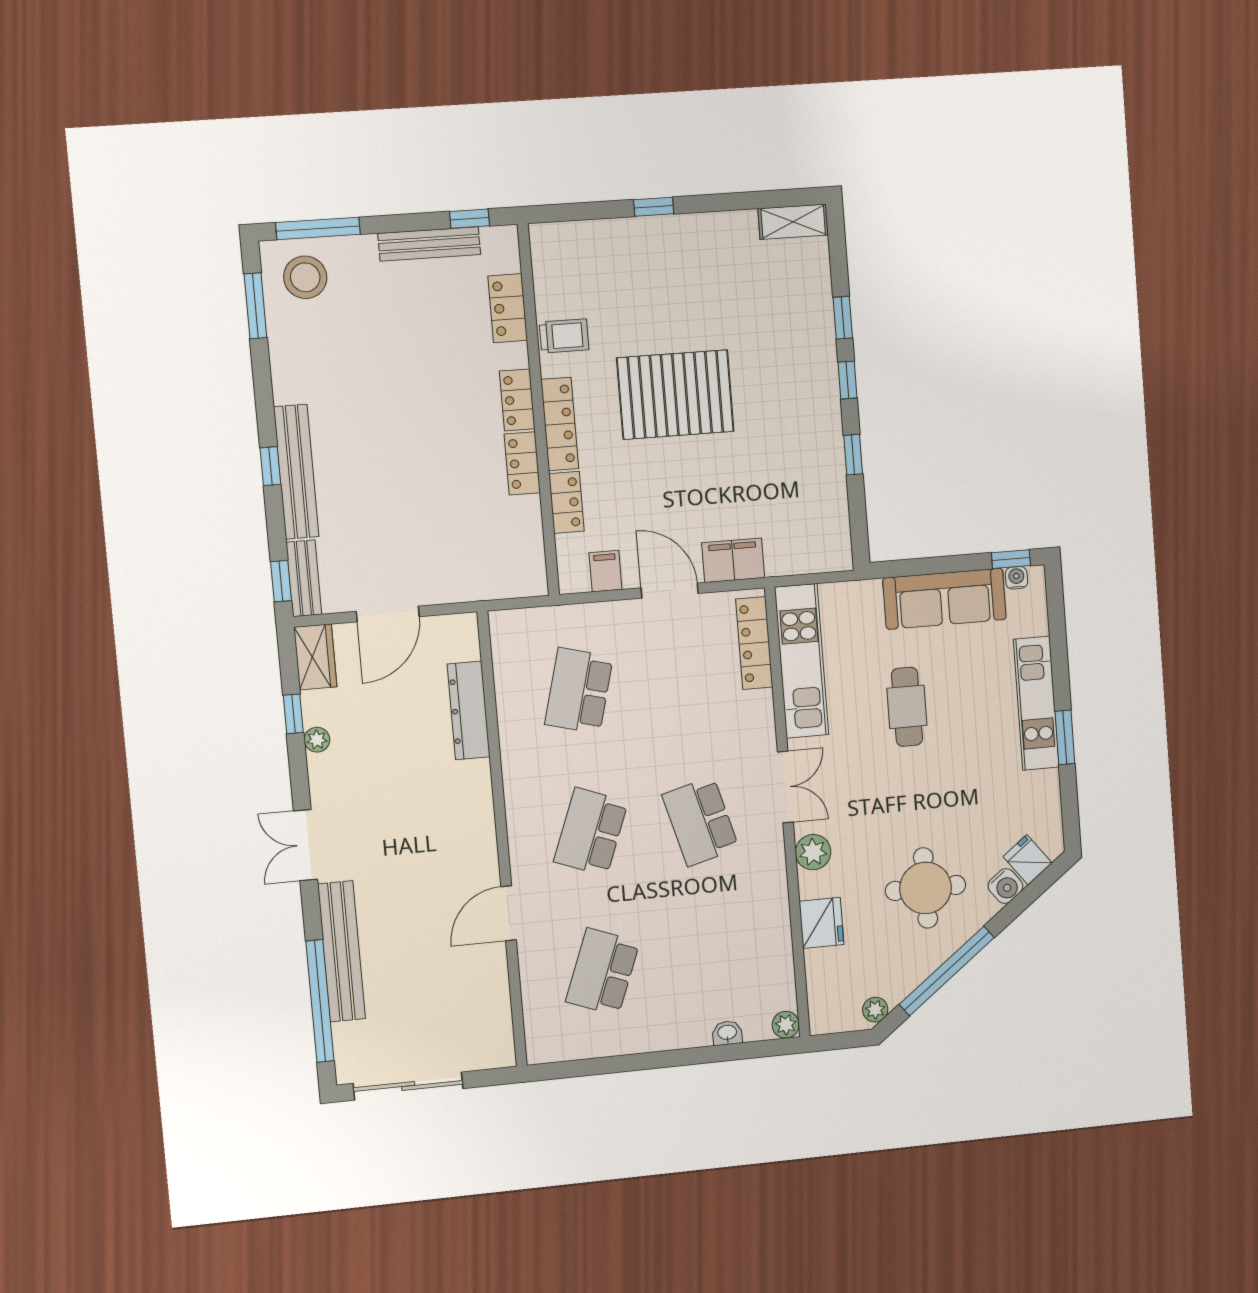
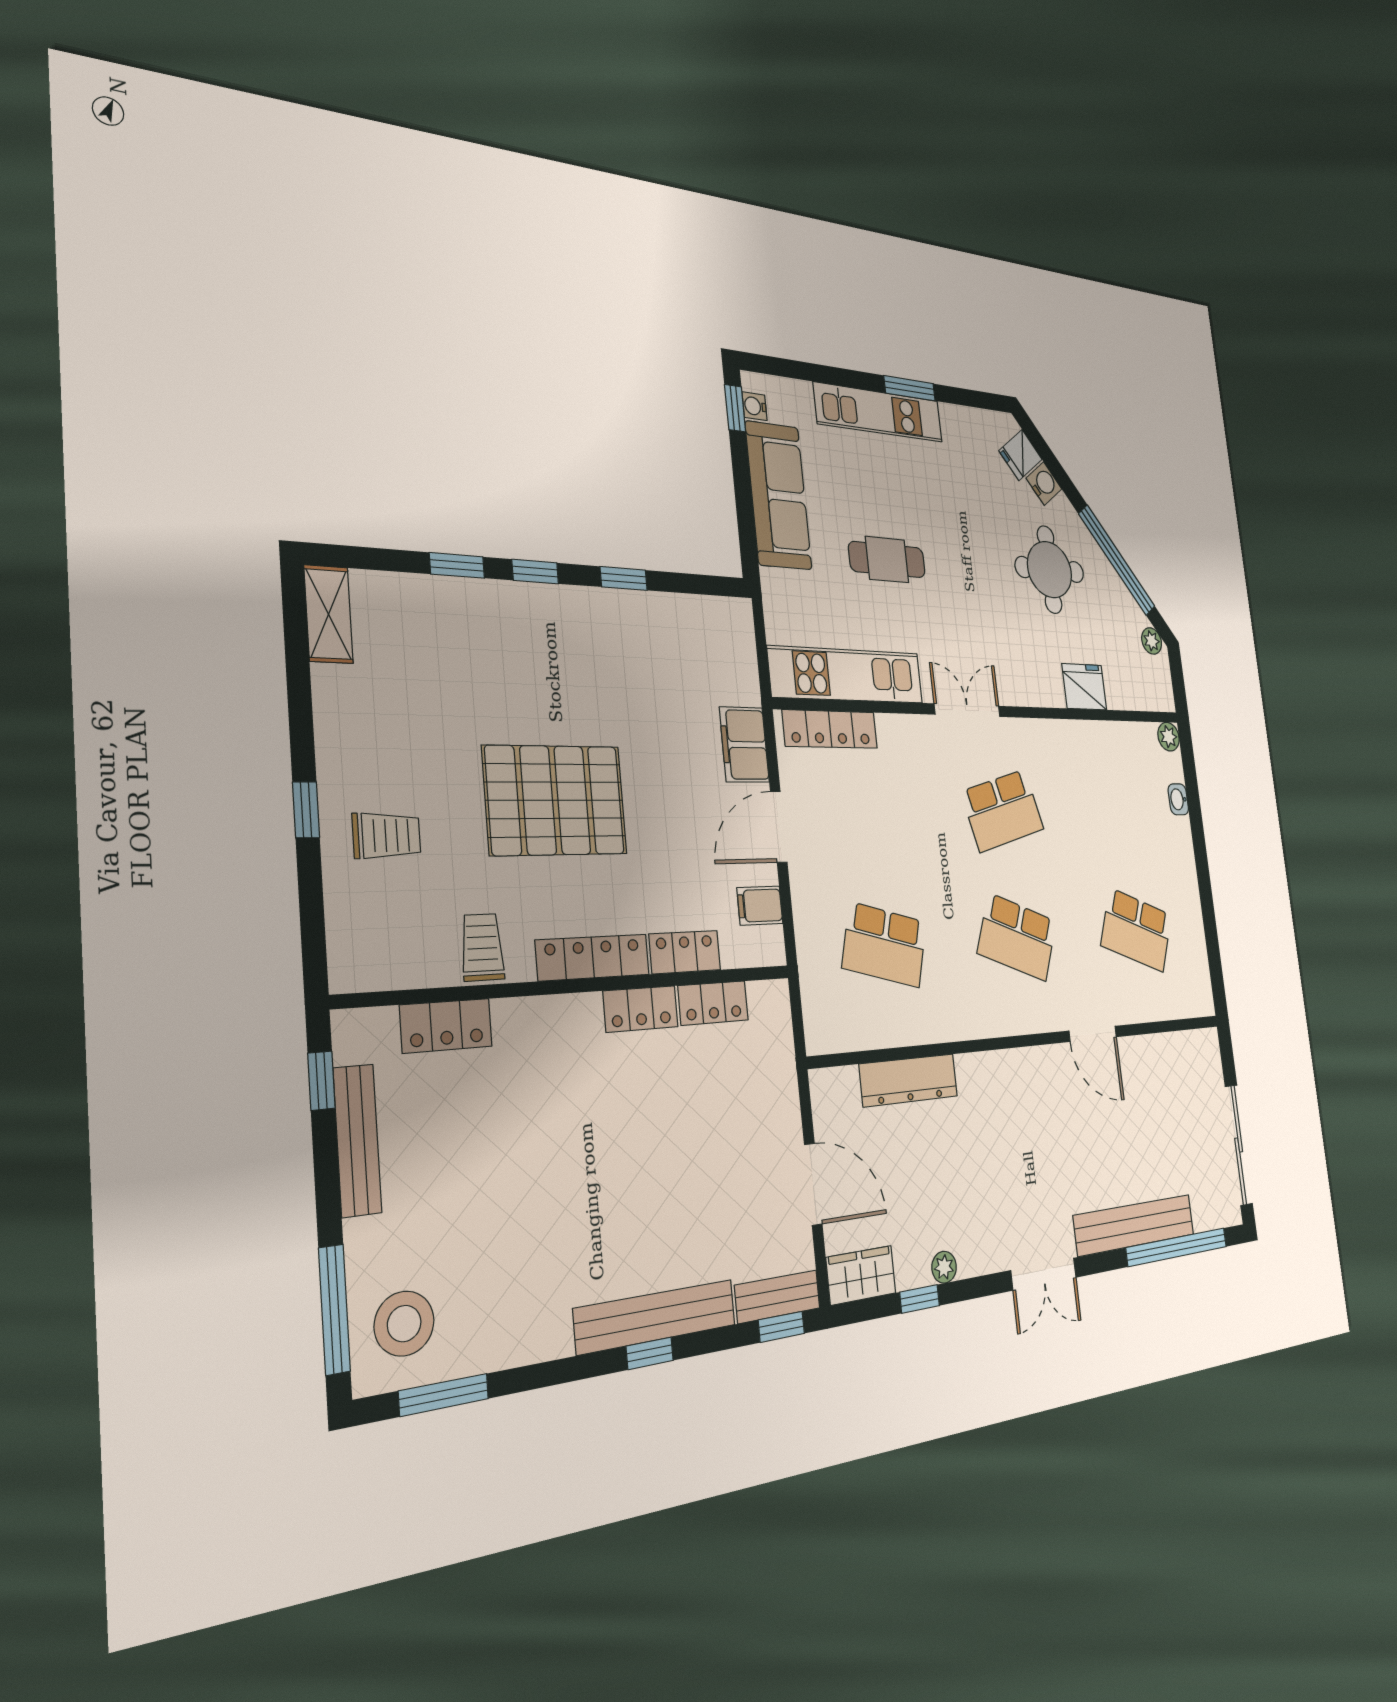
trolley: (640, 264) -> (387, 836), added
pallet: (675, 395) -> (555, 800), turned 90
locker: (517, 400) -> (713, 1003), moved
plant: (813, 852) -> (1024, 687), removed

